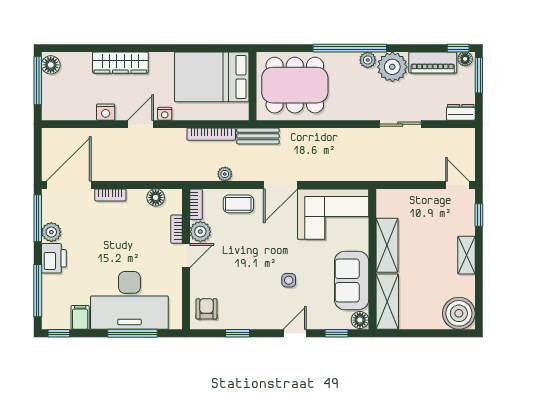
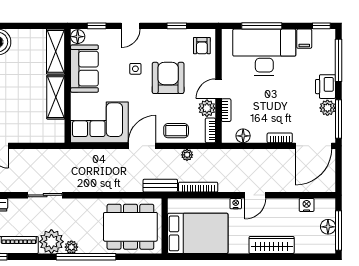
floor lamp: (51, 65) -> (328, 227), moved
nightstand: (106, 112) -> (307, 205), moved
armchair: (248, 269) -> (168, 78), added

